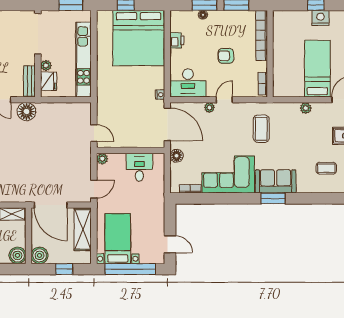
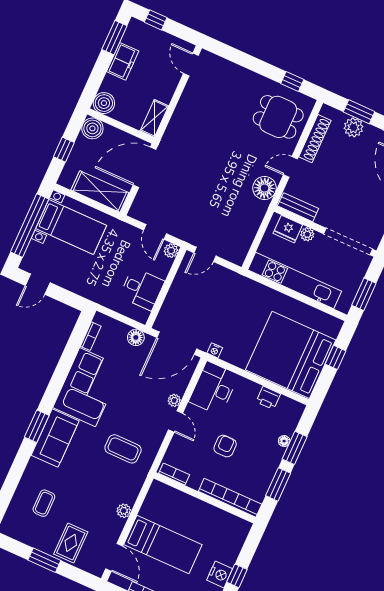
door: (94, 189) -> (155, 232), moved

